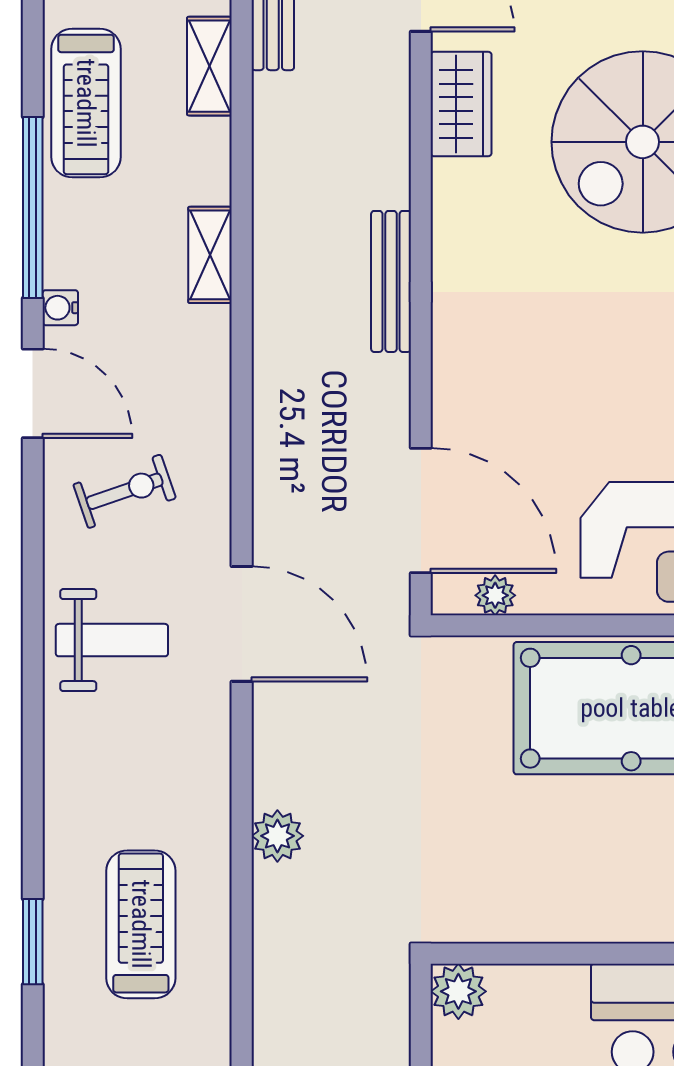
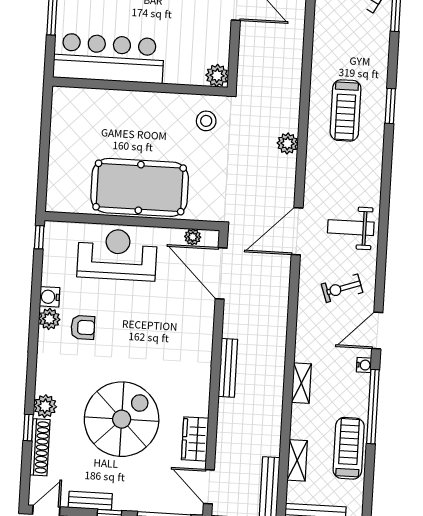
door: (33, 393) -> (377, 331), hinge flipped
door: (242, 624) -> (297, 231), hinge flipped
stool: (479, 879) -> (206, 121), added

